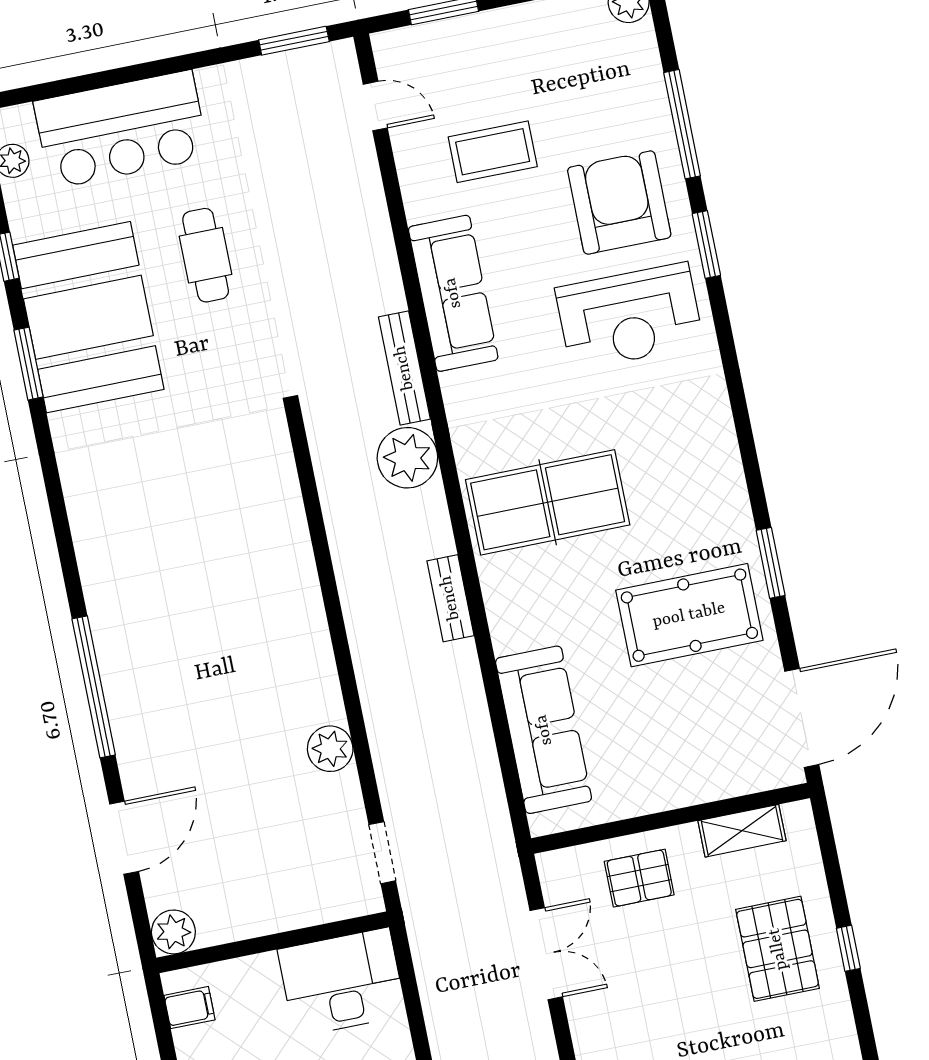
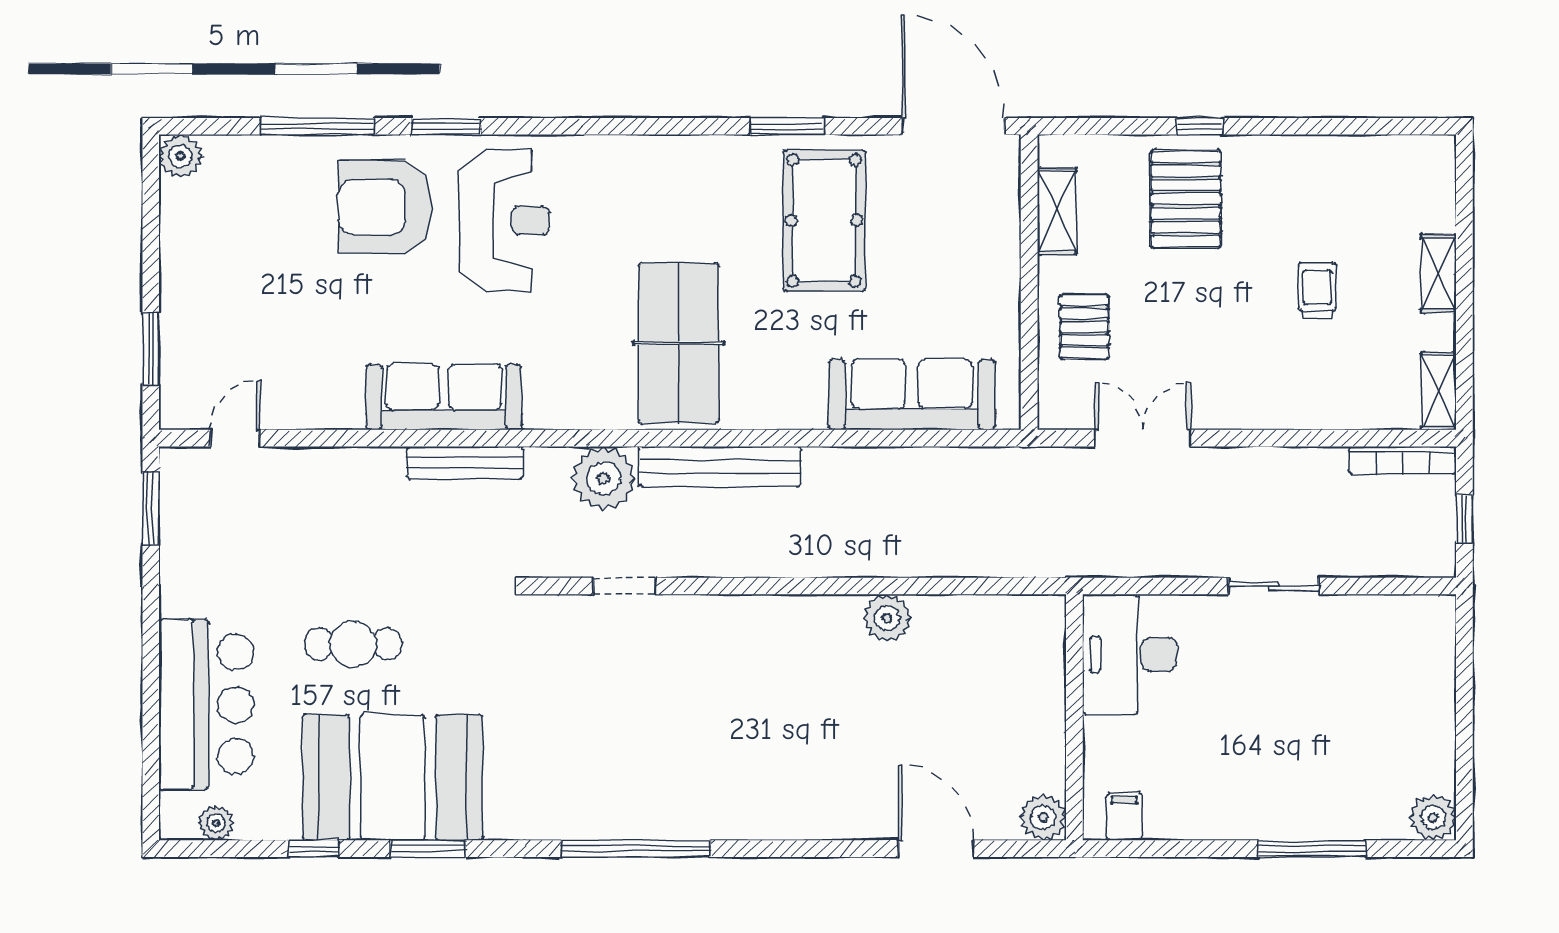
coffee table: (493, 152) -> (306, 327), removed
bench: (404, 368) -> (465, 463), moved
bench: (450, 598) -> (720, 467), width x1.86, depth x1.21
window: (94, 687) -> (636, 849), moved
doorway: (382, 853) -> (625, 586), moved
pallet: (778, 949) -> (1186, 199), turned 90

